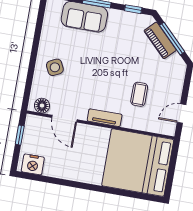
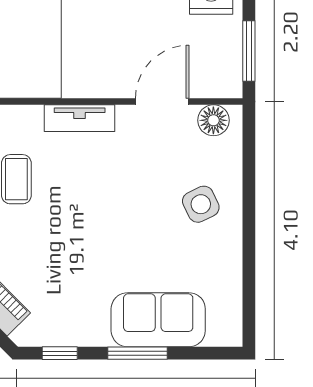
door: (64, 119) -> (162, 102), hinge flipped
window: (20, 135) -> (249, 51), width x1.50

